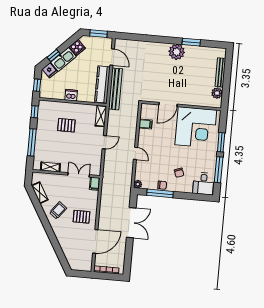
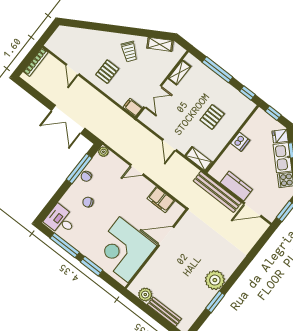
kitchen counter: (102, 84) -> (236, 186), width x0.67
door: (168, 104) -> (166, 236), hinge flipped
filing cabinet: (145, 124) -> (161, 200), width x2.00
door: (95, 241) -> (72, 70), width x0.53

